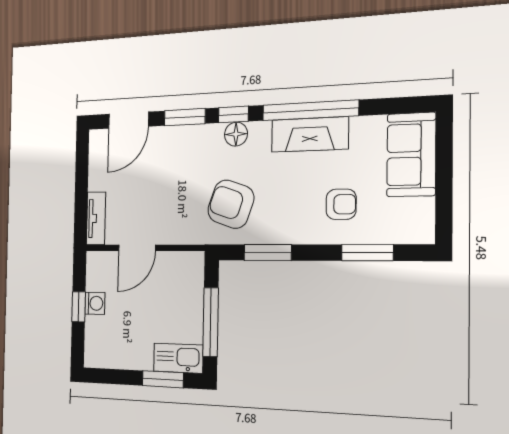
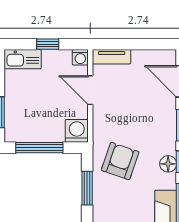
washing machine: (189, 267) -> (77, 131), added
washing machine: (95, 303) -> (80, 57), moved
kitchen sink: (178, 358) -> (23, 59), moved, turned 90

